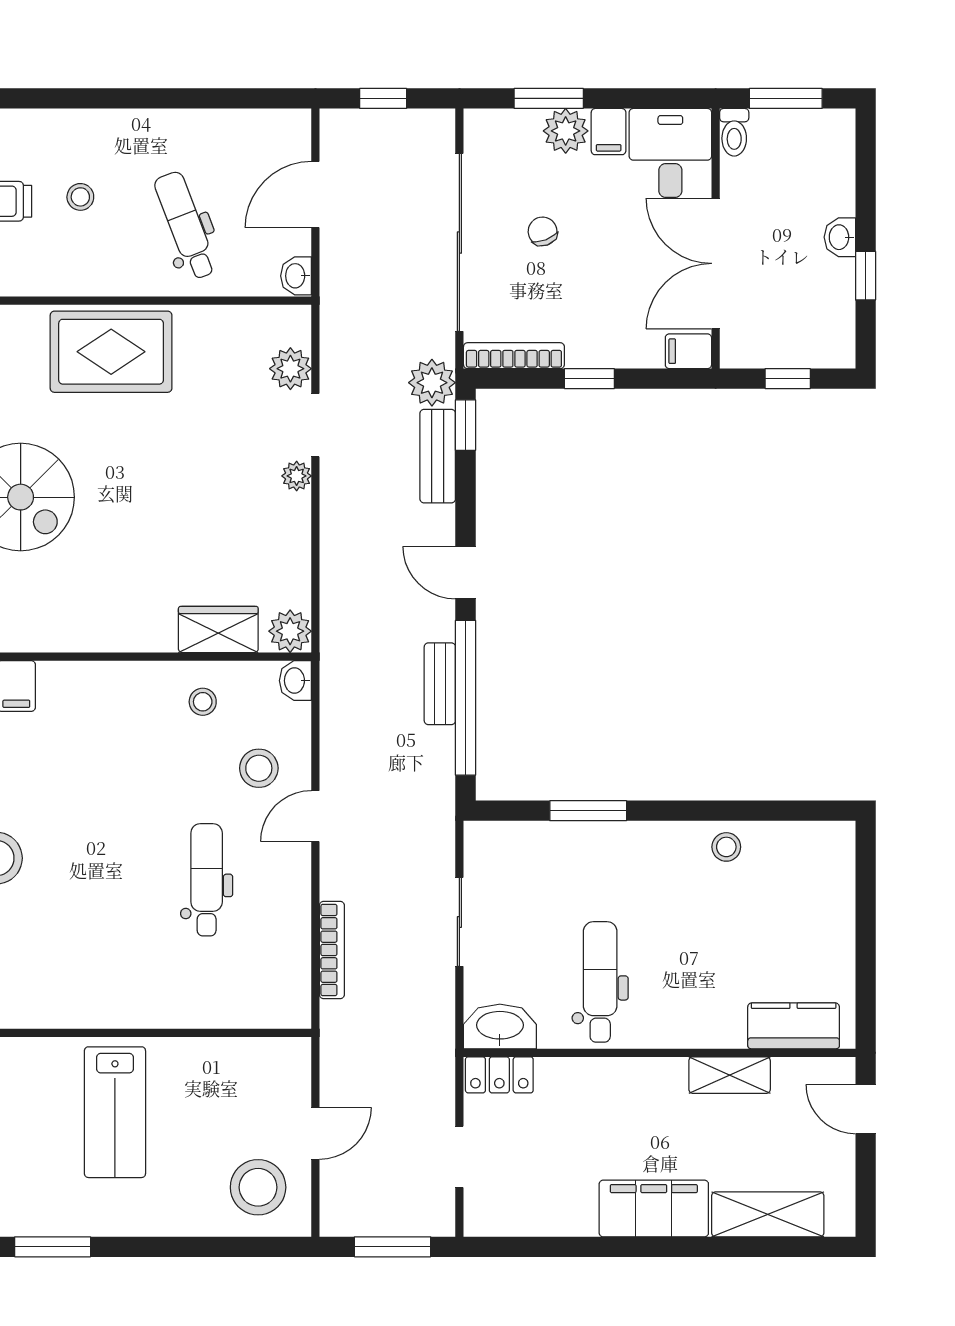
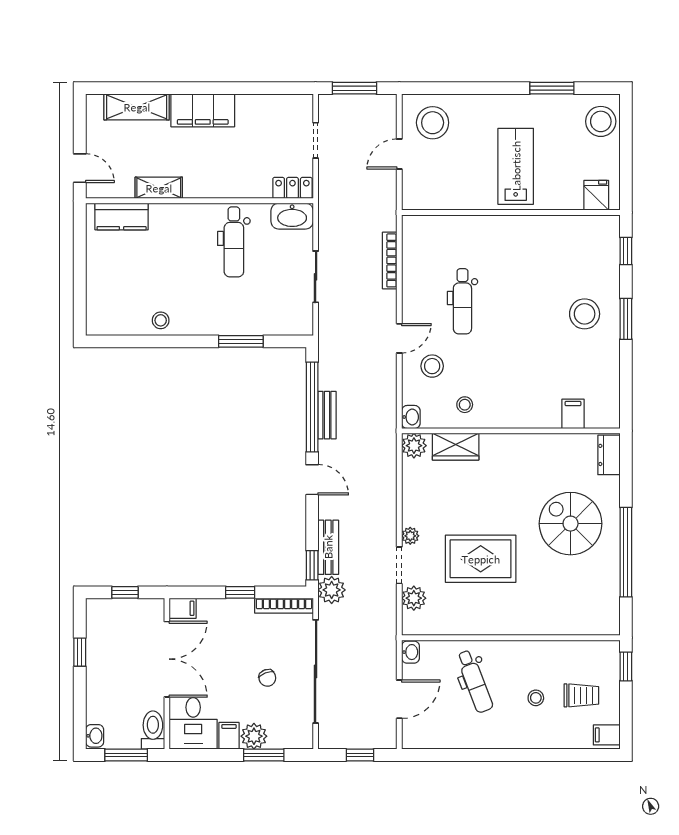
toilet: (734, 132) -> (153, 730), width x1.37, depth x1.39
washbasin: (840, 237) -> (95, 736), moved
rug: (111, 352) -> (481, 559), moved

